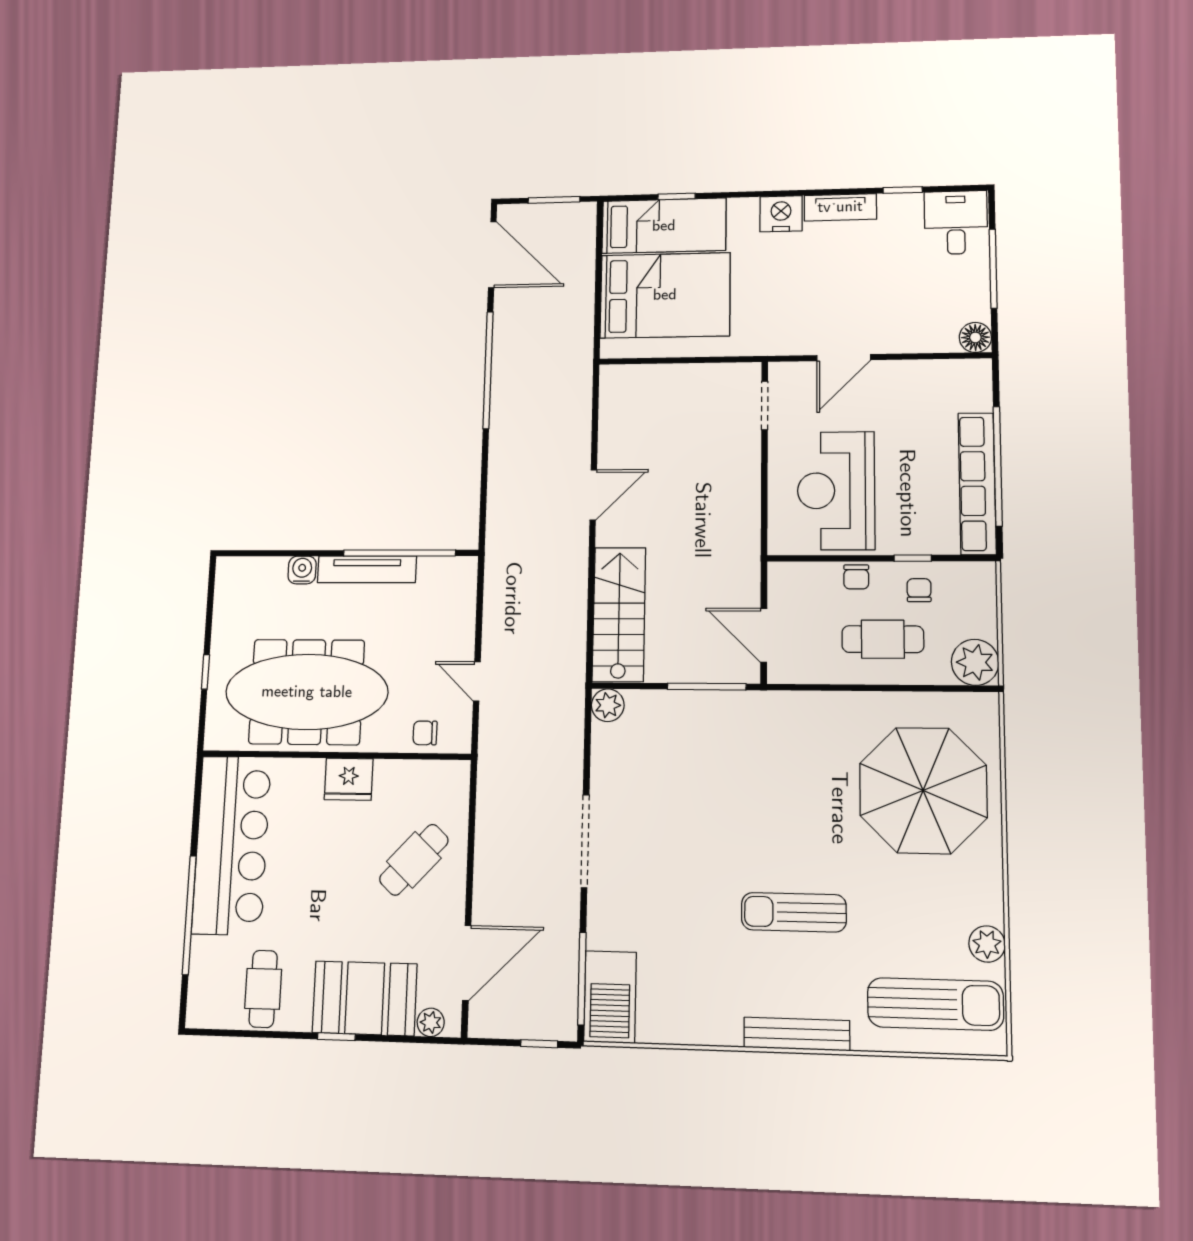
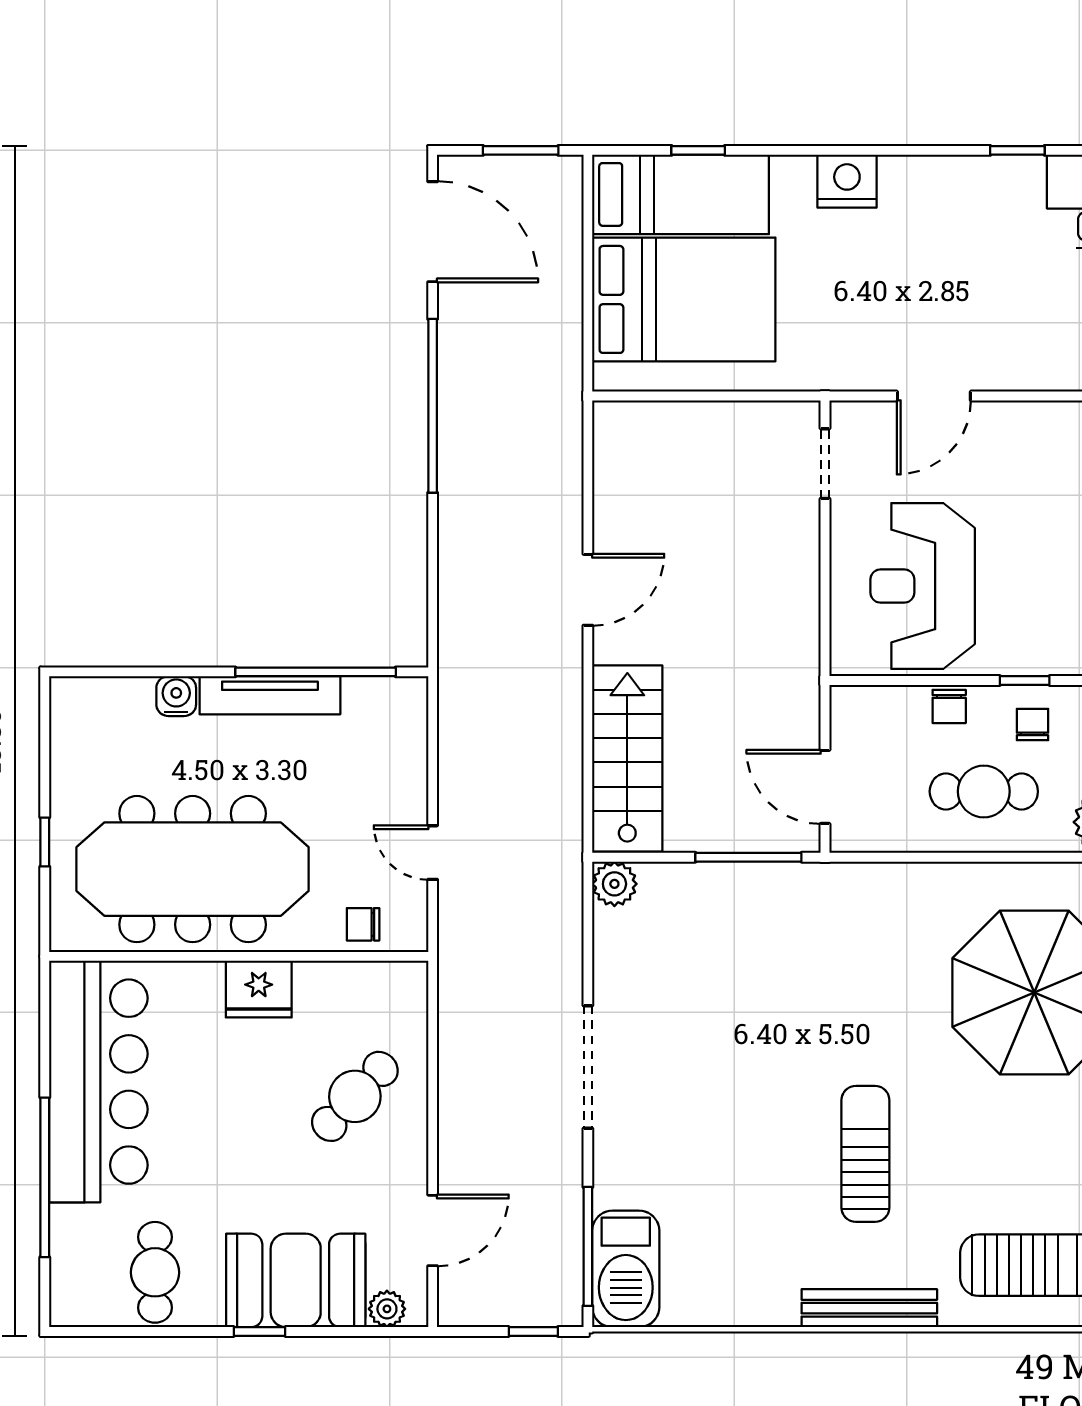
tv unit: (840, 207) -> (930, 174), removed
sun lounger: (794, 912) -> (865, 1154), turned 90
door: (467, 963) -> (433, 1230), width x0.73

